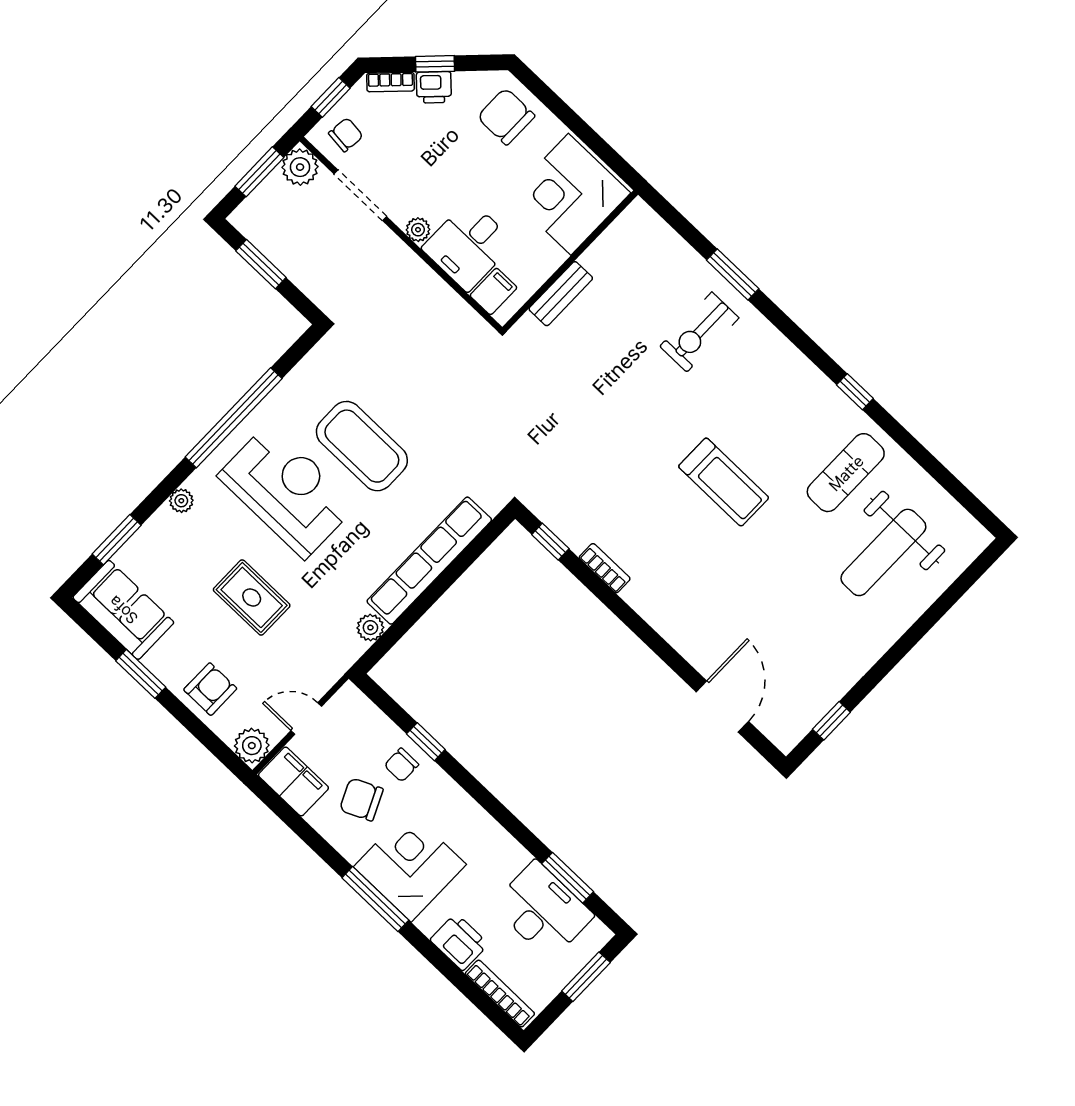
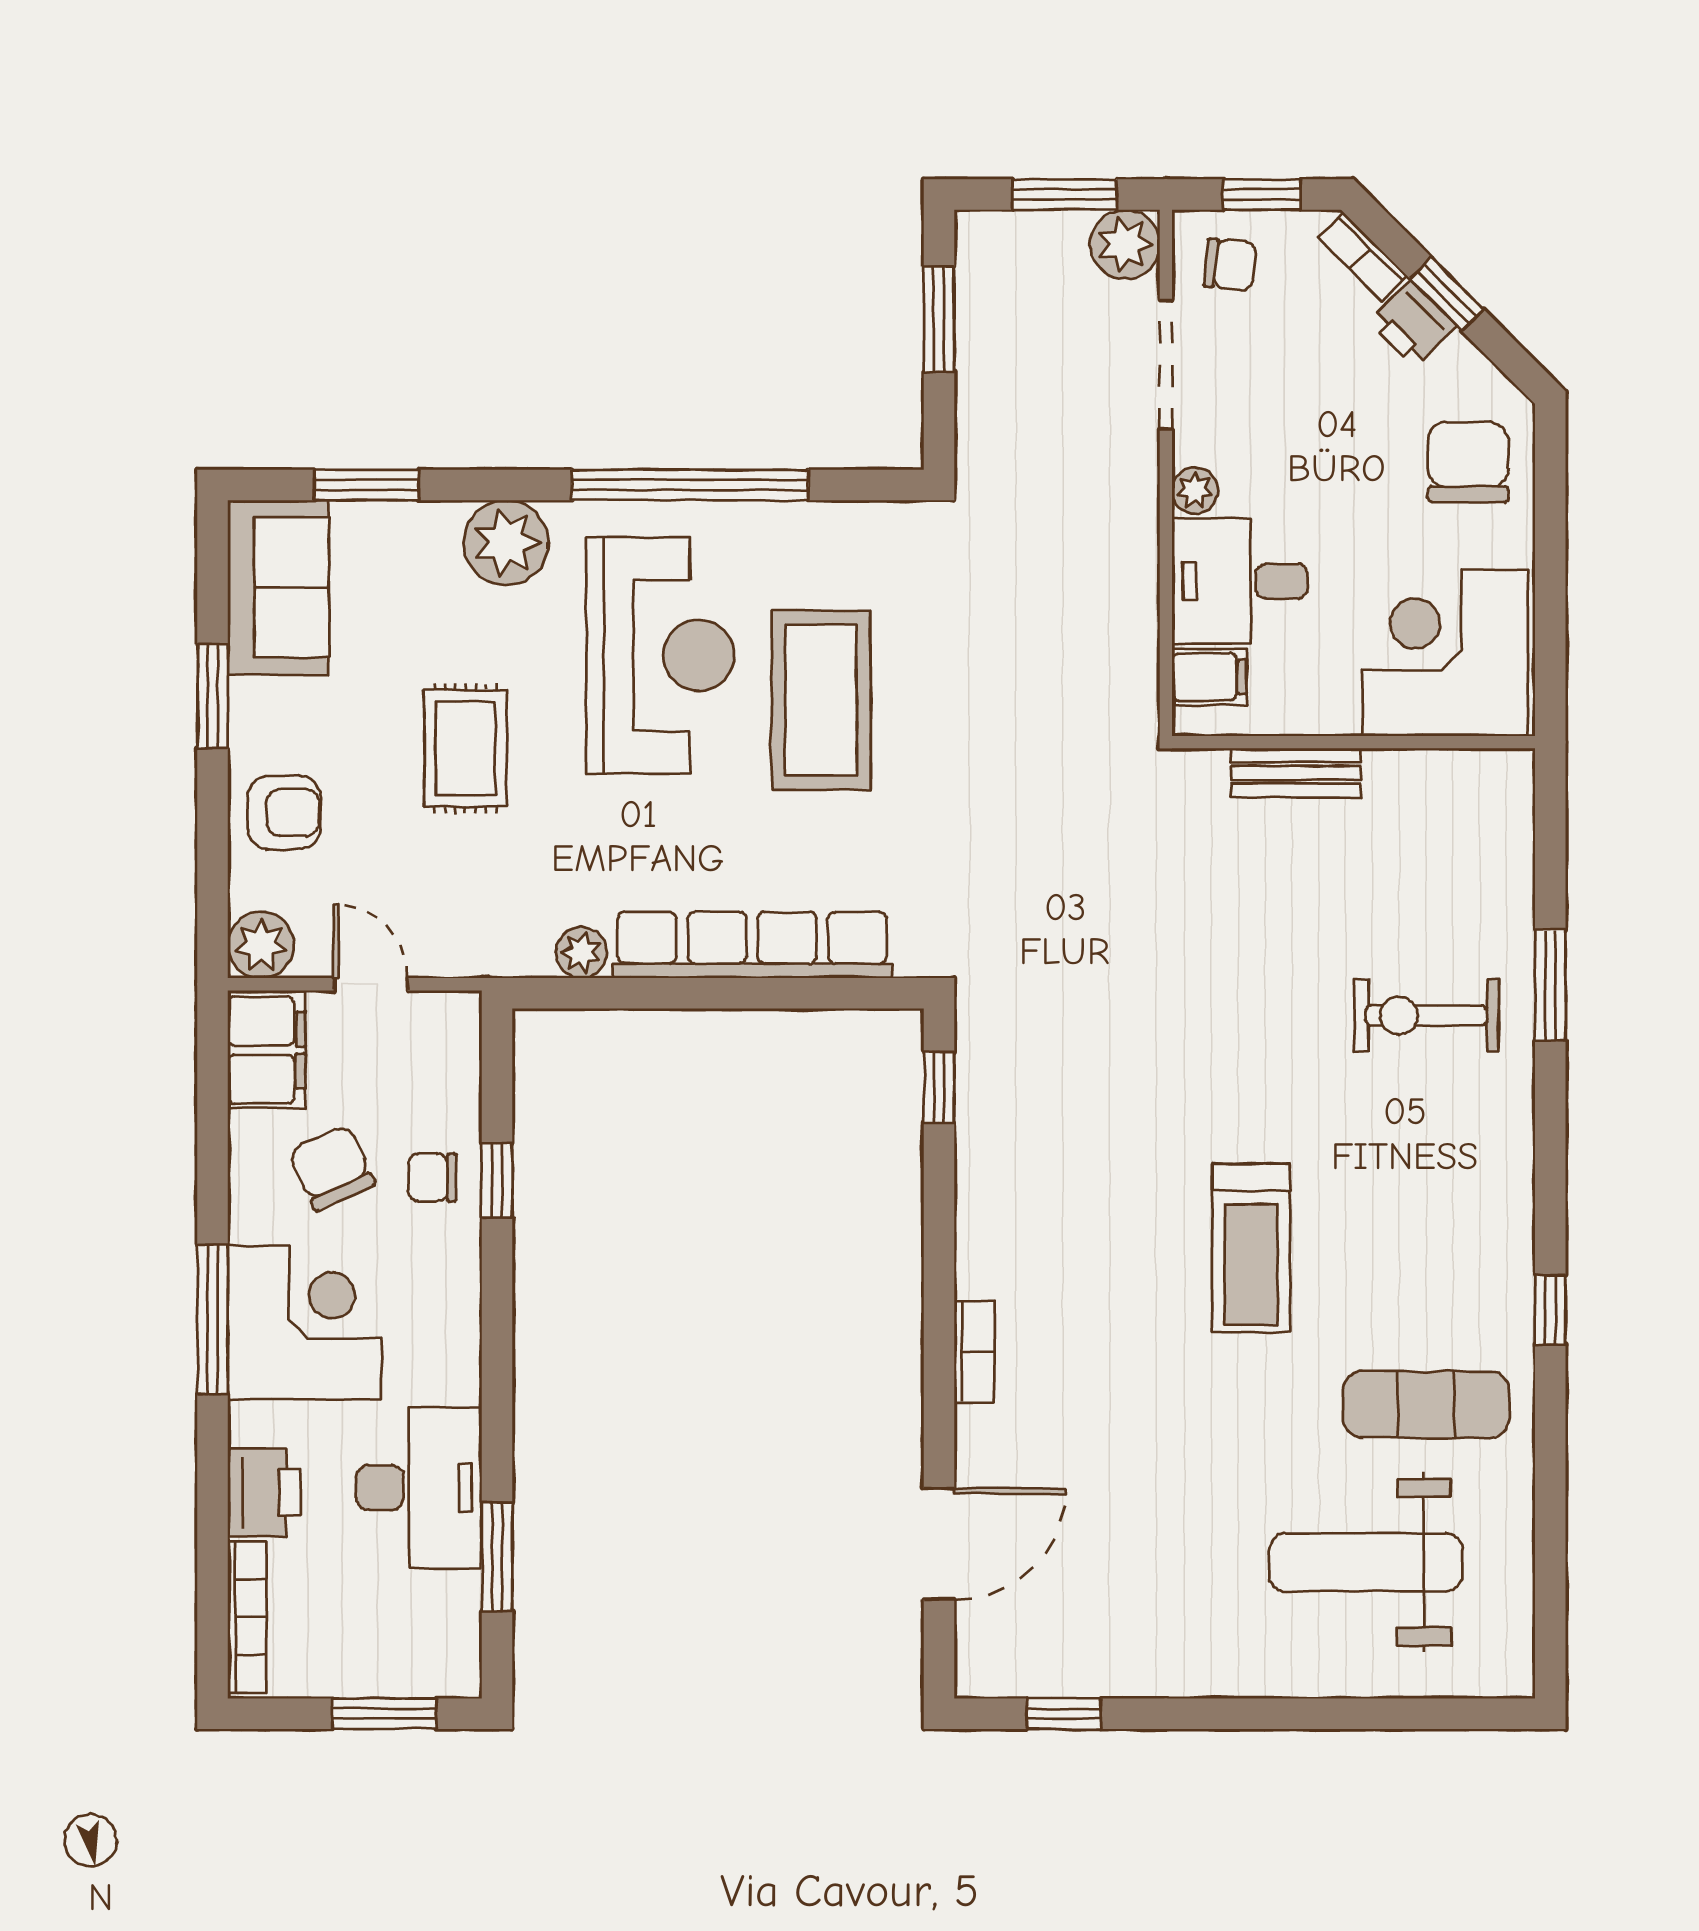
plant: (181, 501) -> (506, 543), width x1.88, depth x1.88
bookcase: (605, 568) -> (974, 1352), moved
desk: (543, 910) -> (419, 1488), moved

